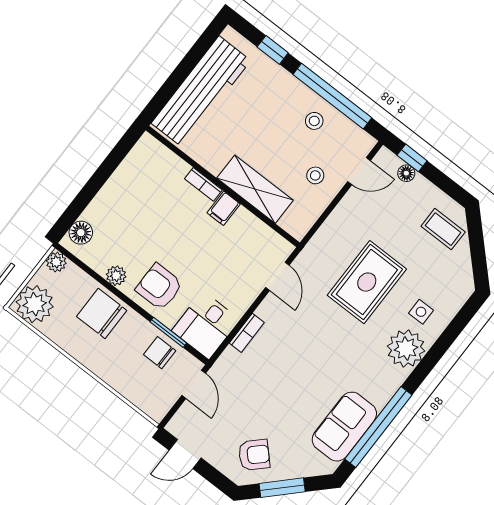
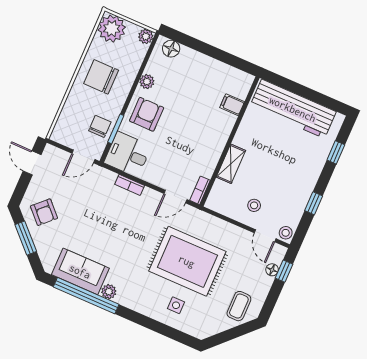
window: (332, 96) -> (314, 203), width x0.32
stool: (314, 121) -> (286, 233), moved
bookcase: (203, 184) -> (200, 190), moved
shelving: (255, 189) -> (231, 164), width x0.67, depth x0.75
filing cabinet: (224, 208) -> (232, 105), moved
rug: (367, 282) -> (187, 261), width x1.37, depth x1.44
chair: (102, 313) -> (101, 77), moved, turned -90
plant: (406, 349) -> (109, 292), moved, width x0.53, depth x0.53

